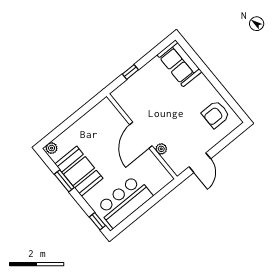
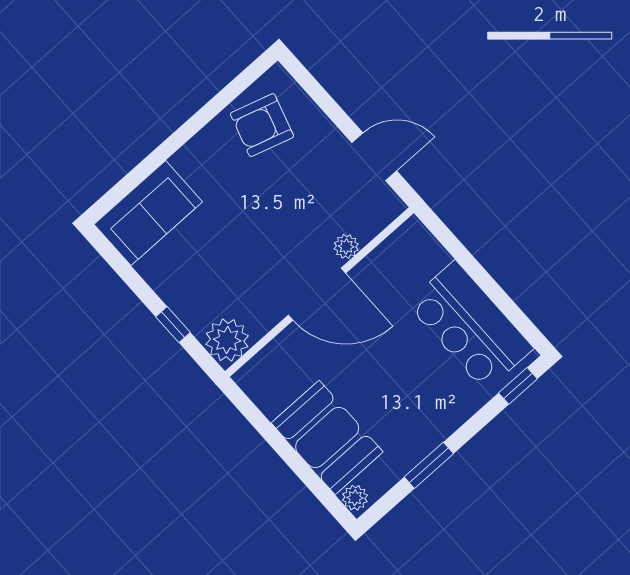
plant: (123, 95) -> (227, 340), added
armchair: (216, 114) -> (262, 125), turned 107
booth: (79, 171) -> (327, 437), moved, turned 90

